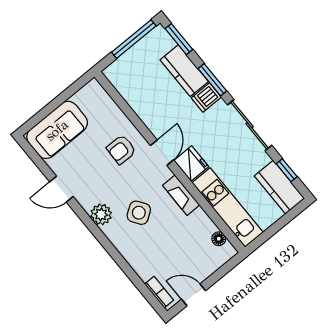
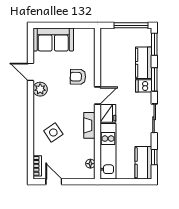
sliding door: (250, 125) -> (154, 118), width x0.73
side table: (139, 213) -> (53, 132), moved
plant: (101, 214) -> (40, 89), moved

